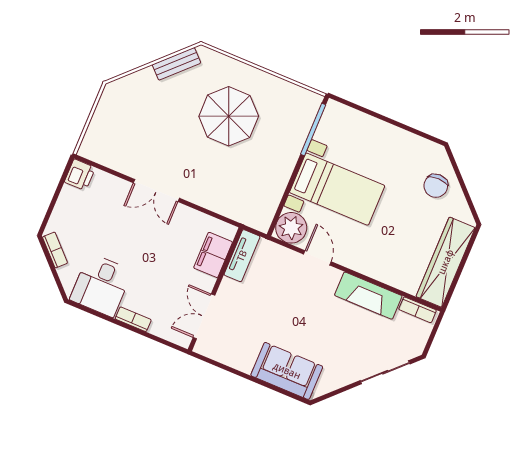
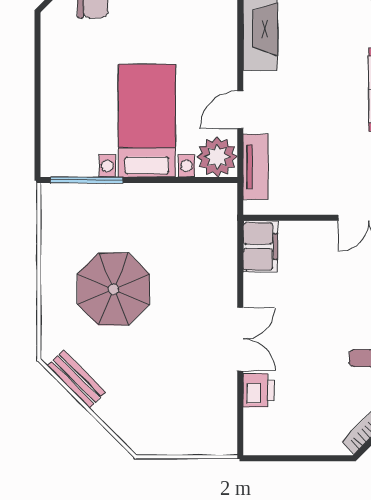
printer: (80, 175) -> (259, 390), moved, turned 90
filing cabinet: (213, 255) -> (260, 246), moved, turned -90
tv unit: (242, 256) -> (256, 167), moved, turned 90

